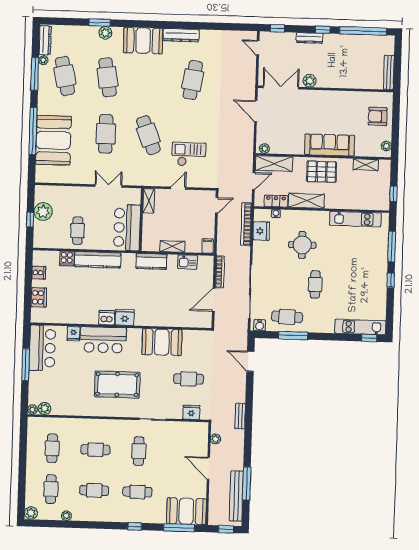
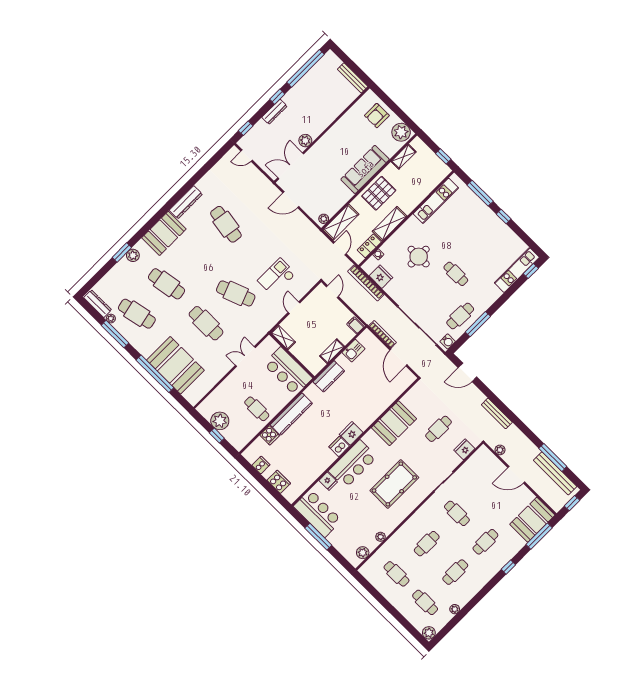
plant: (386, 146) -> (401, 132), width x1.88, depth x1.88
plant: (33, 410) -> (381, 537), moved
bench: (240, 416) -> (497, 413), width x1.36

